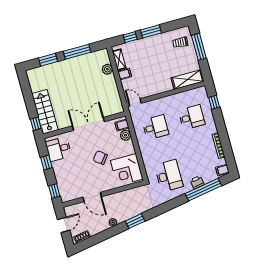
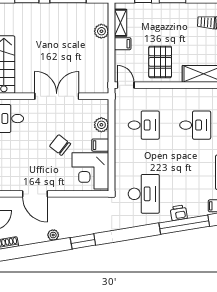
pallet: (155, 79) -> (160, 62), added
filing cabinet: (122, 125) -> (100, 145), moved

